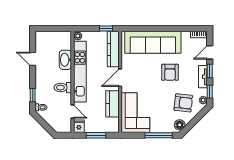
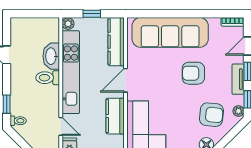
window: (106, 29) -> (92, 14), moved
armchair: (170, 72) -> (193, 73), turned 90
toilet: (63, 88) -> (48, 78), moved

